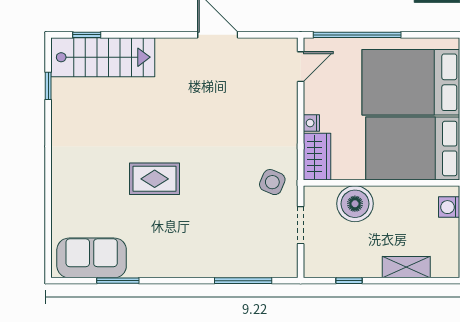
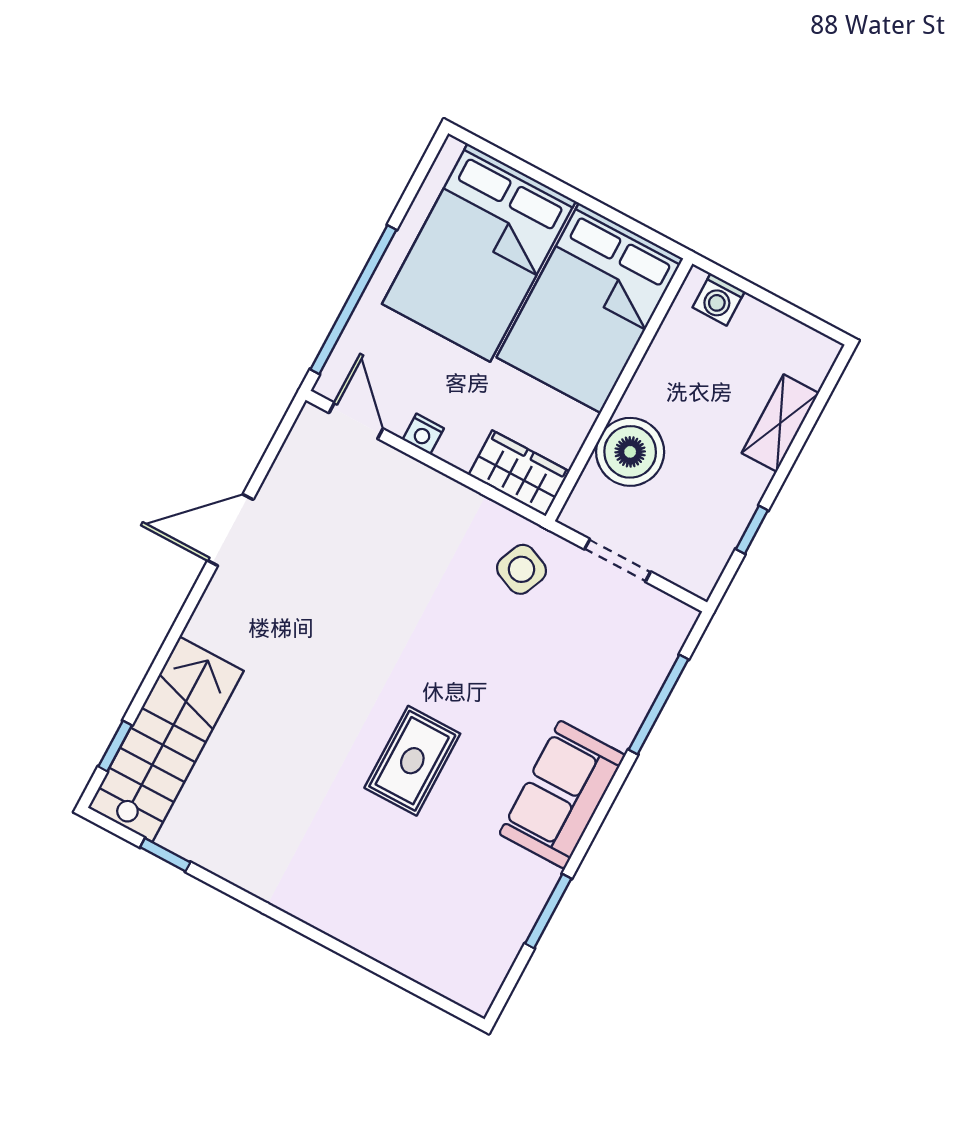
nightstand: (311, 123) -> (423, 434), moved
sofa: (92, 258) -> (562, 795), moved

